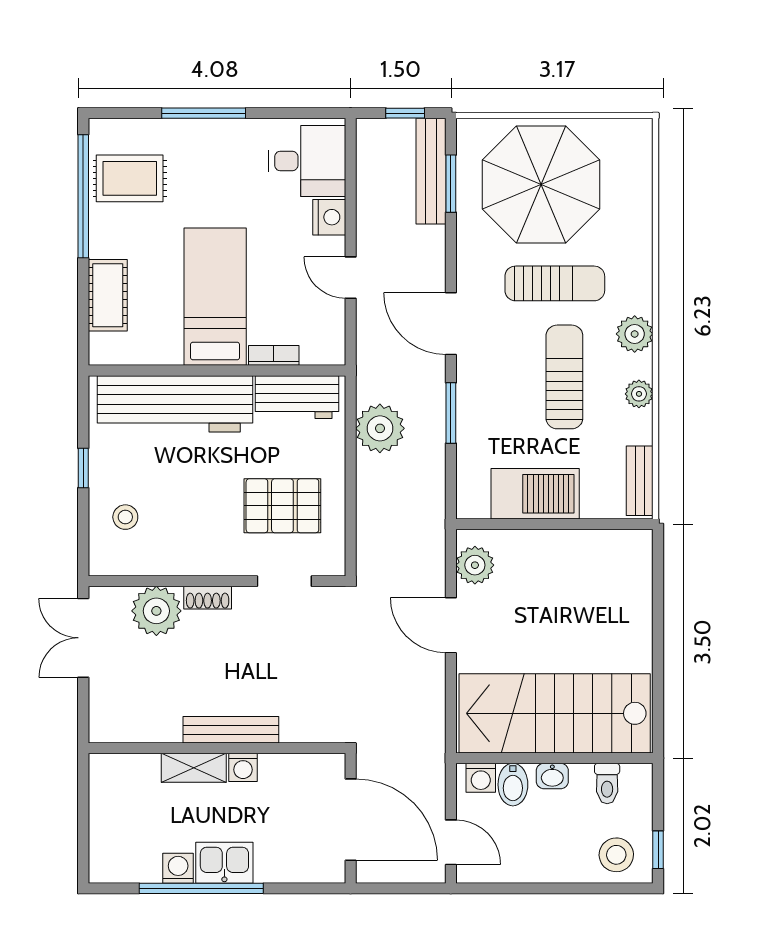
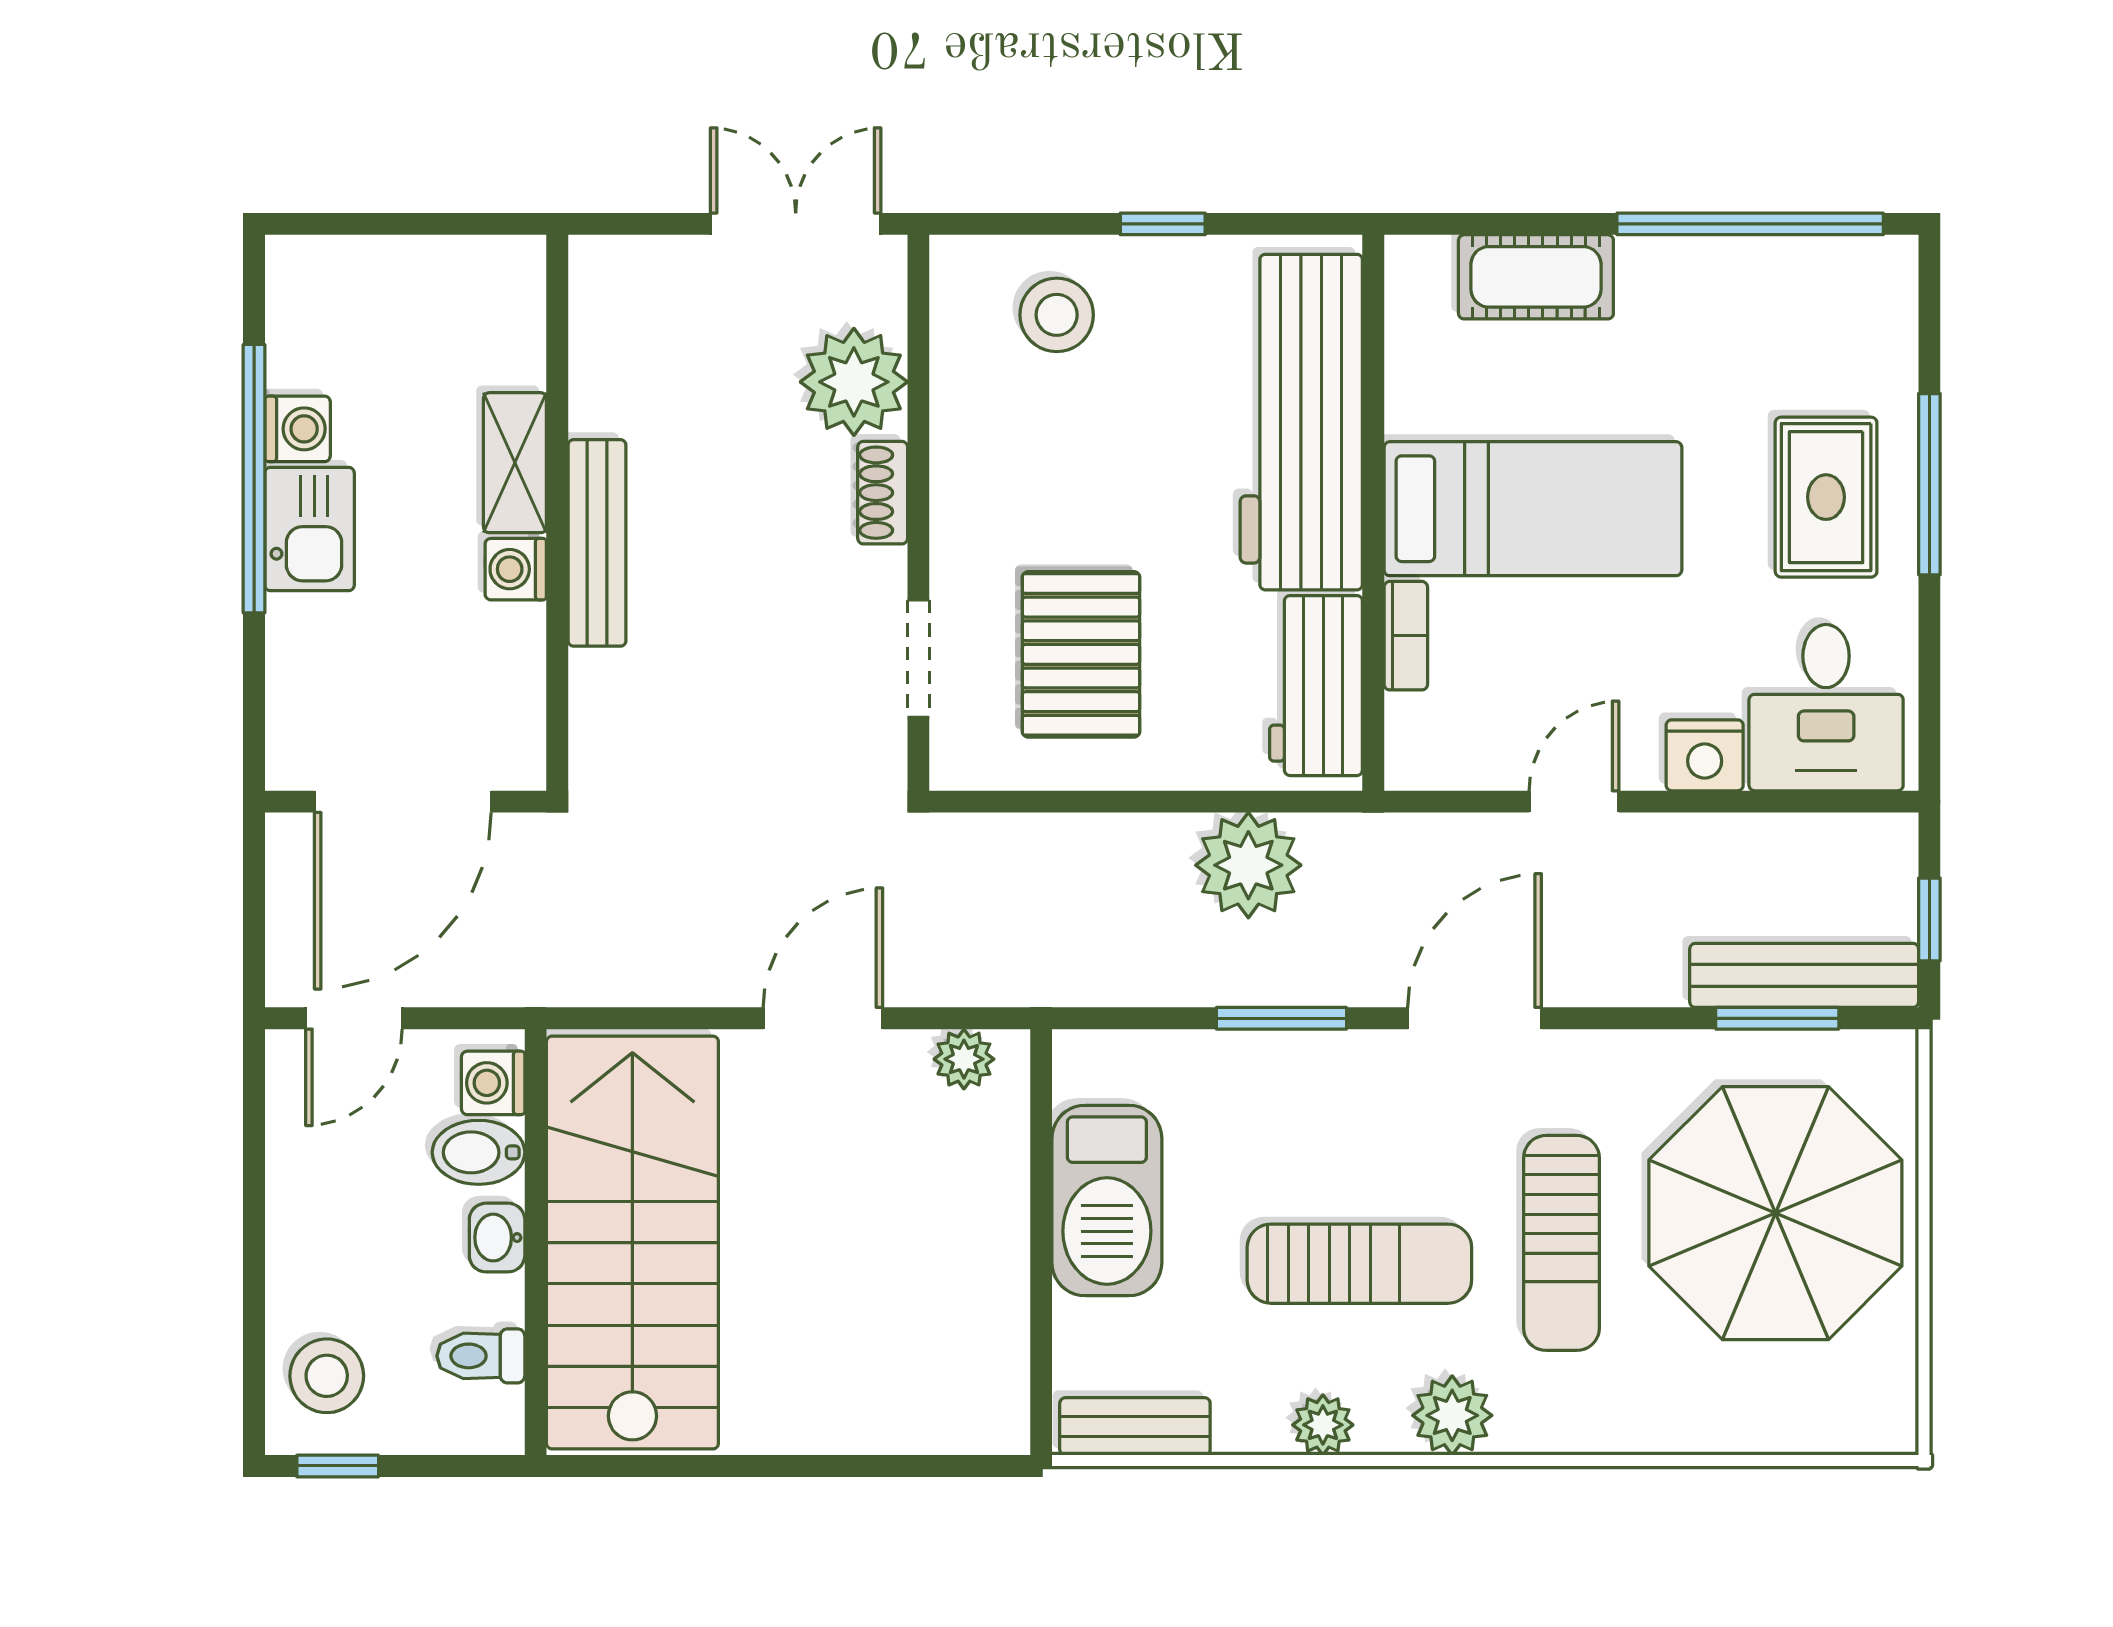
rug: (130, 178) -> (1826, 497), moved
stool: (125, 517) -> (1057, 315), width x1.37, depth x1.37
plant: (475, 565) -> (964, 1059), width x0.73, depth x0.73

